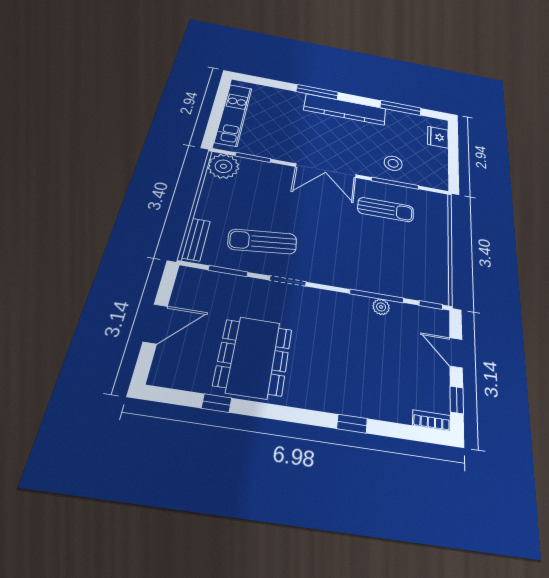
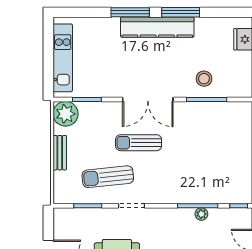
window: (401, 108) -> (181, 12), moved
sun lounger: (386, 210) -> (139, 143), moved, turned 180
bench: (196, 239) -> (60, 153), moved

